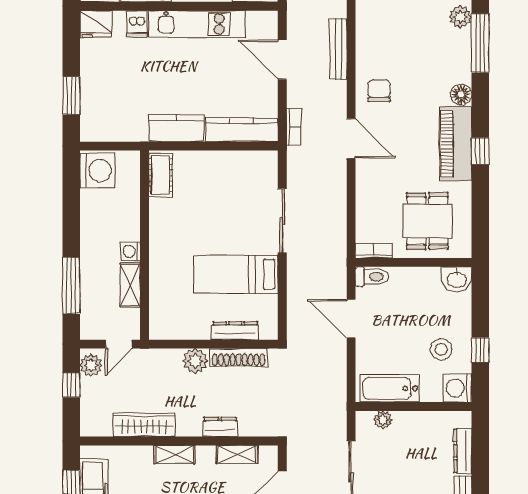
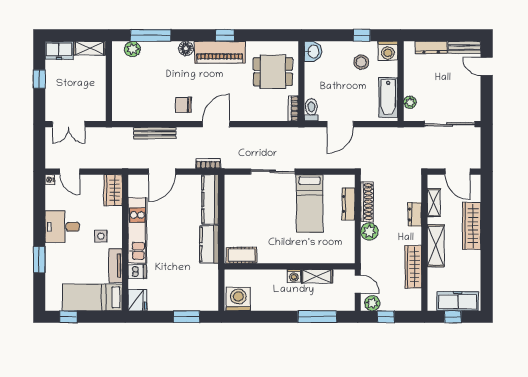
shelving: (175, 454) -> (436, 246), width x1.50, depth x1.33

